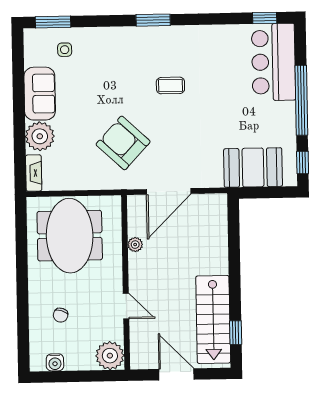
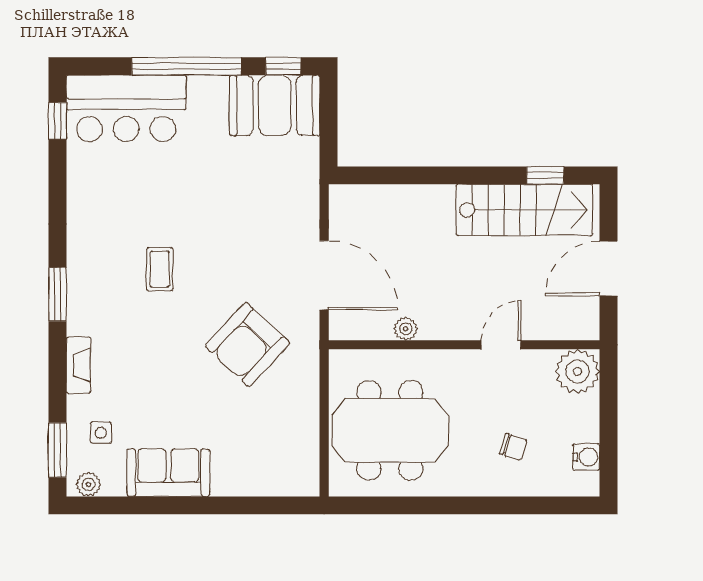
plant: (40, 136) -> (88, 484), moved, width x0.53, depth x0.53
booth: (253, 168) -> (275, 105), moved, turned 90
fireplace: (34, 173) -> (78, 365), moved, turned 90

